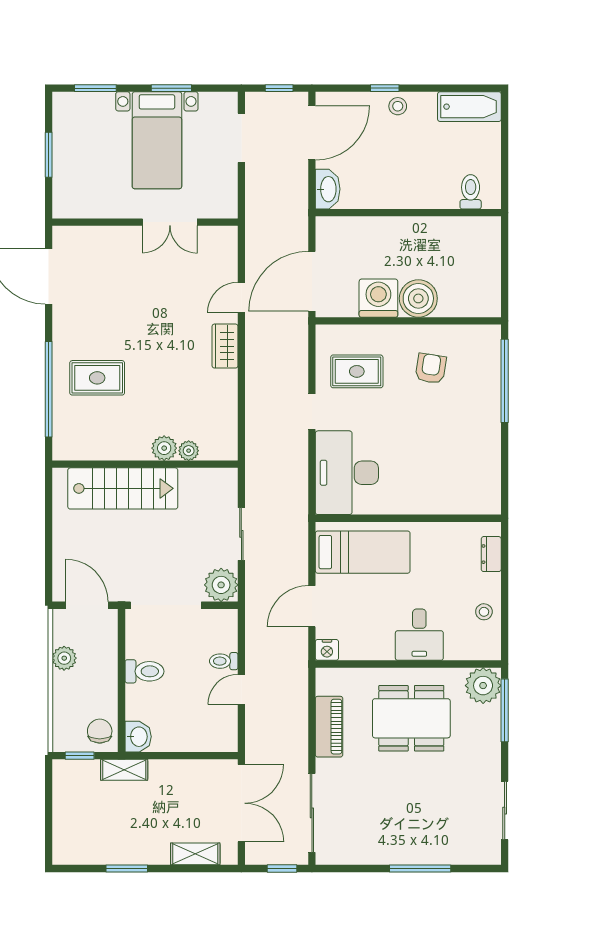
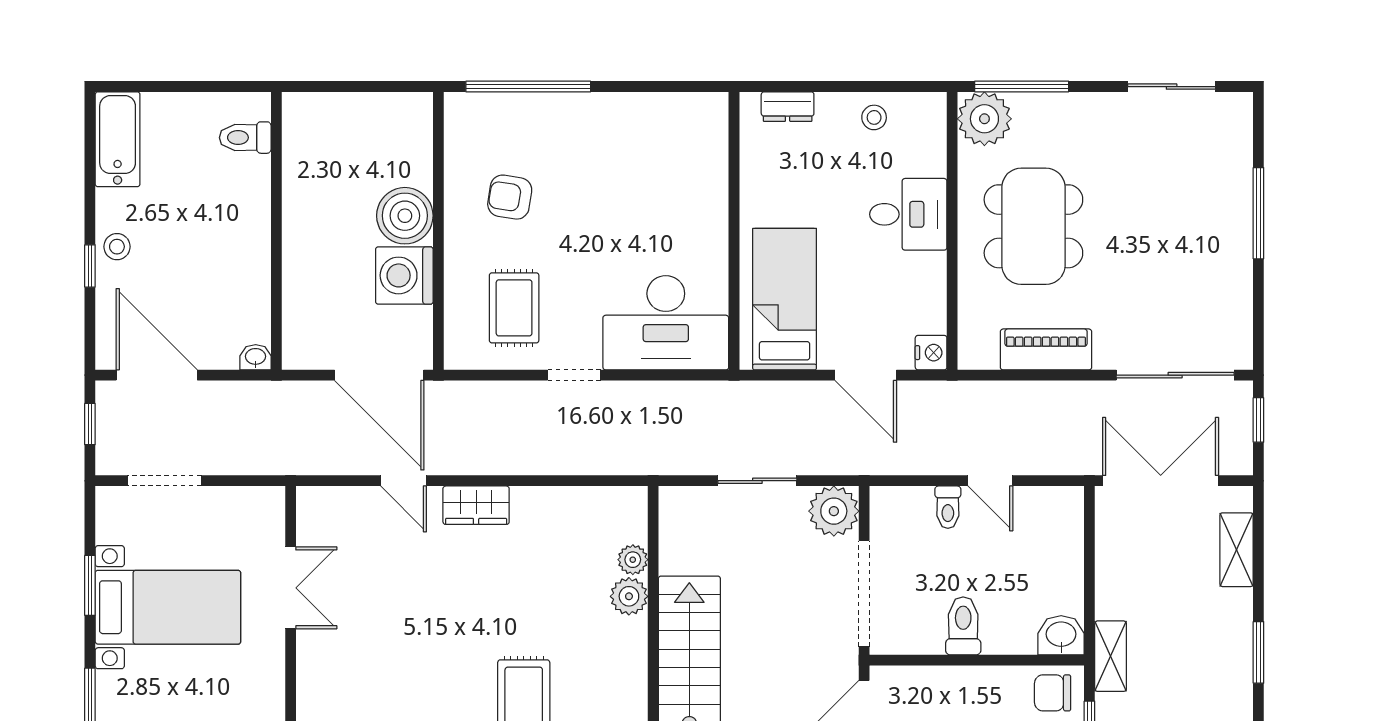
washbasin: (328, 189) -> (256, 357), width x0.52, depth x0.69

